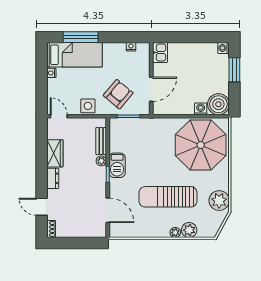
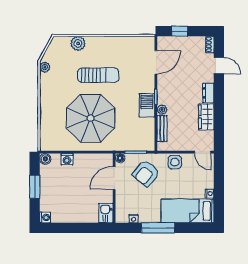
window: (81, 37) -> (158, 228), moved
window: (234, 70) -> (35, 187), moved
boiler: (218, 104) -> (45, 159), width x0.54, depth x0.54
floor lamp: (145, 110) -> (120, 158), added
parasol: (201, 145) -> (91, 118), moved
sun lounger: (168, 197) -> (98, 75), width x0.73, depth x0.75
plant: (219, 201) -> (45, 67), width x0.53, depth x0.53
door: (108, 210) -> (156, 62), swing flipped
plant: (175, 233) -> (91, 41), removed
window: (83, 243) -> (180, 31), added

